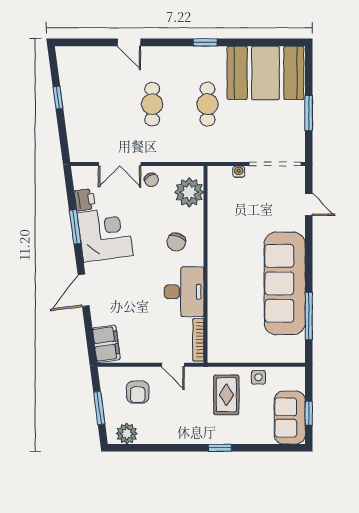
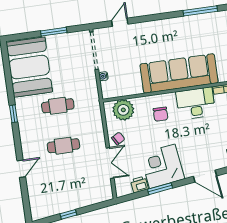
chair: (176, 242) -> (161, 114), turned 70
sofa: (285, 283) -> (179, 73), moved, turned 180

